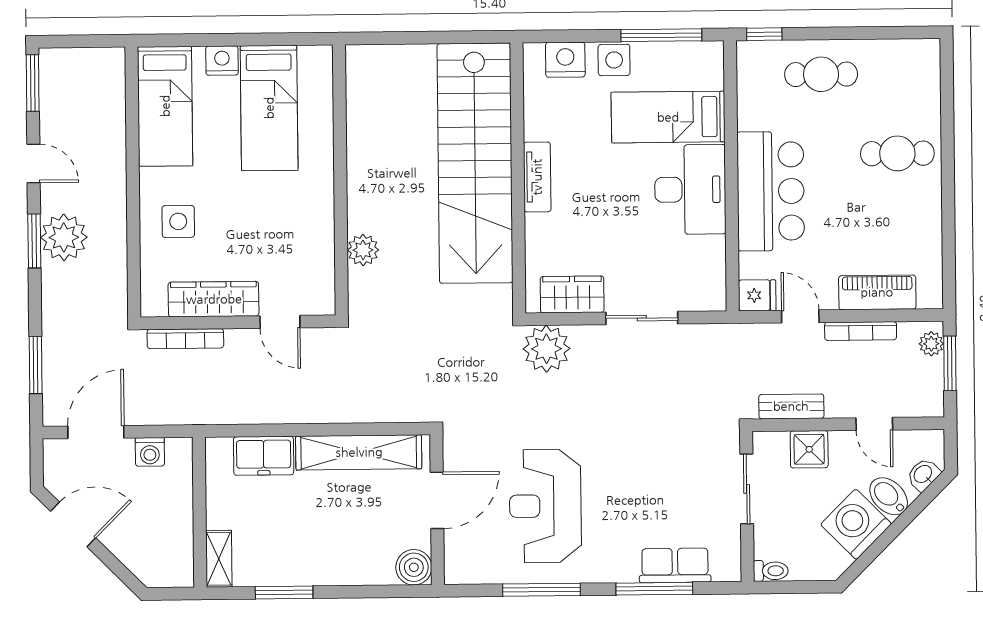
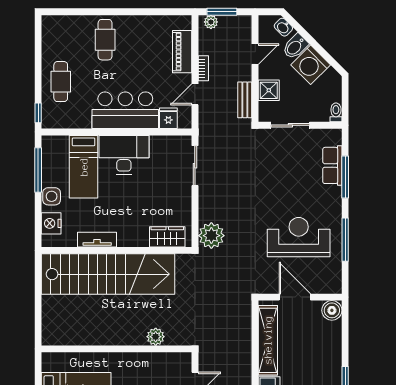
tv unit: (537, 177) -> (97, 240), moved
wardrobe: (572, 294) -> (167, 237), moved, turned 90
fridge: (757, 295) -> (168, 118), moved
sliding door: (642, 318) -> (195, 166), moved
bookcase: (861, 331) -> (203, 68), width x0.64
reception desk: (545, 506) -> (299, 237), turned 180

